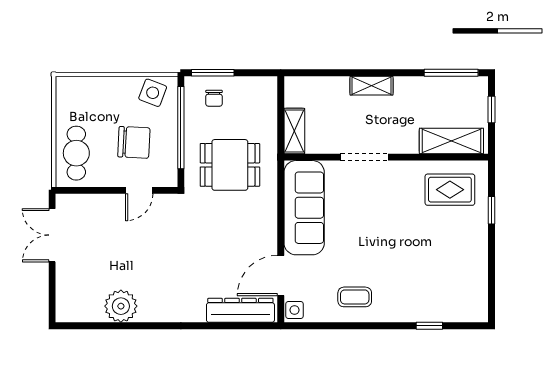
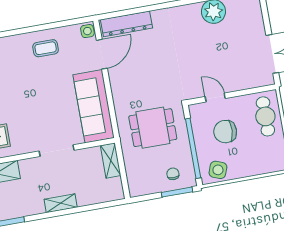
door: (139, 190) -> (215, 98), hinge flipped

